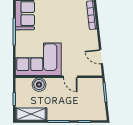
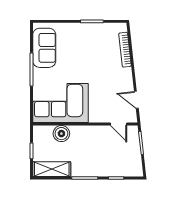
door: (70, 77) -> (119, 124), moved

